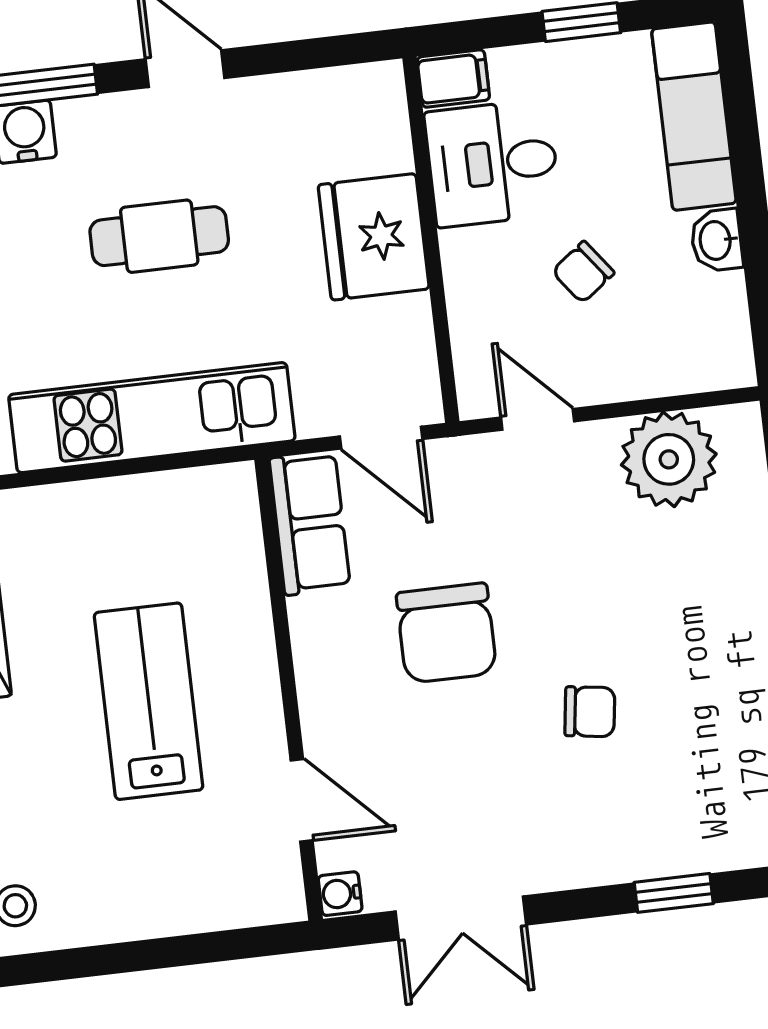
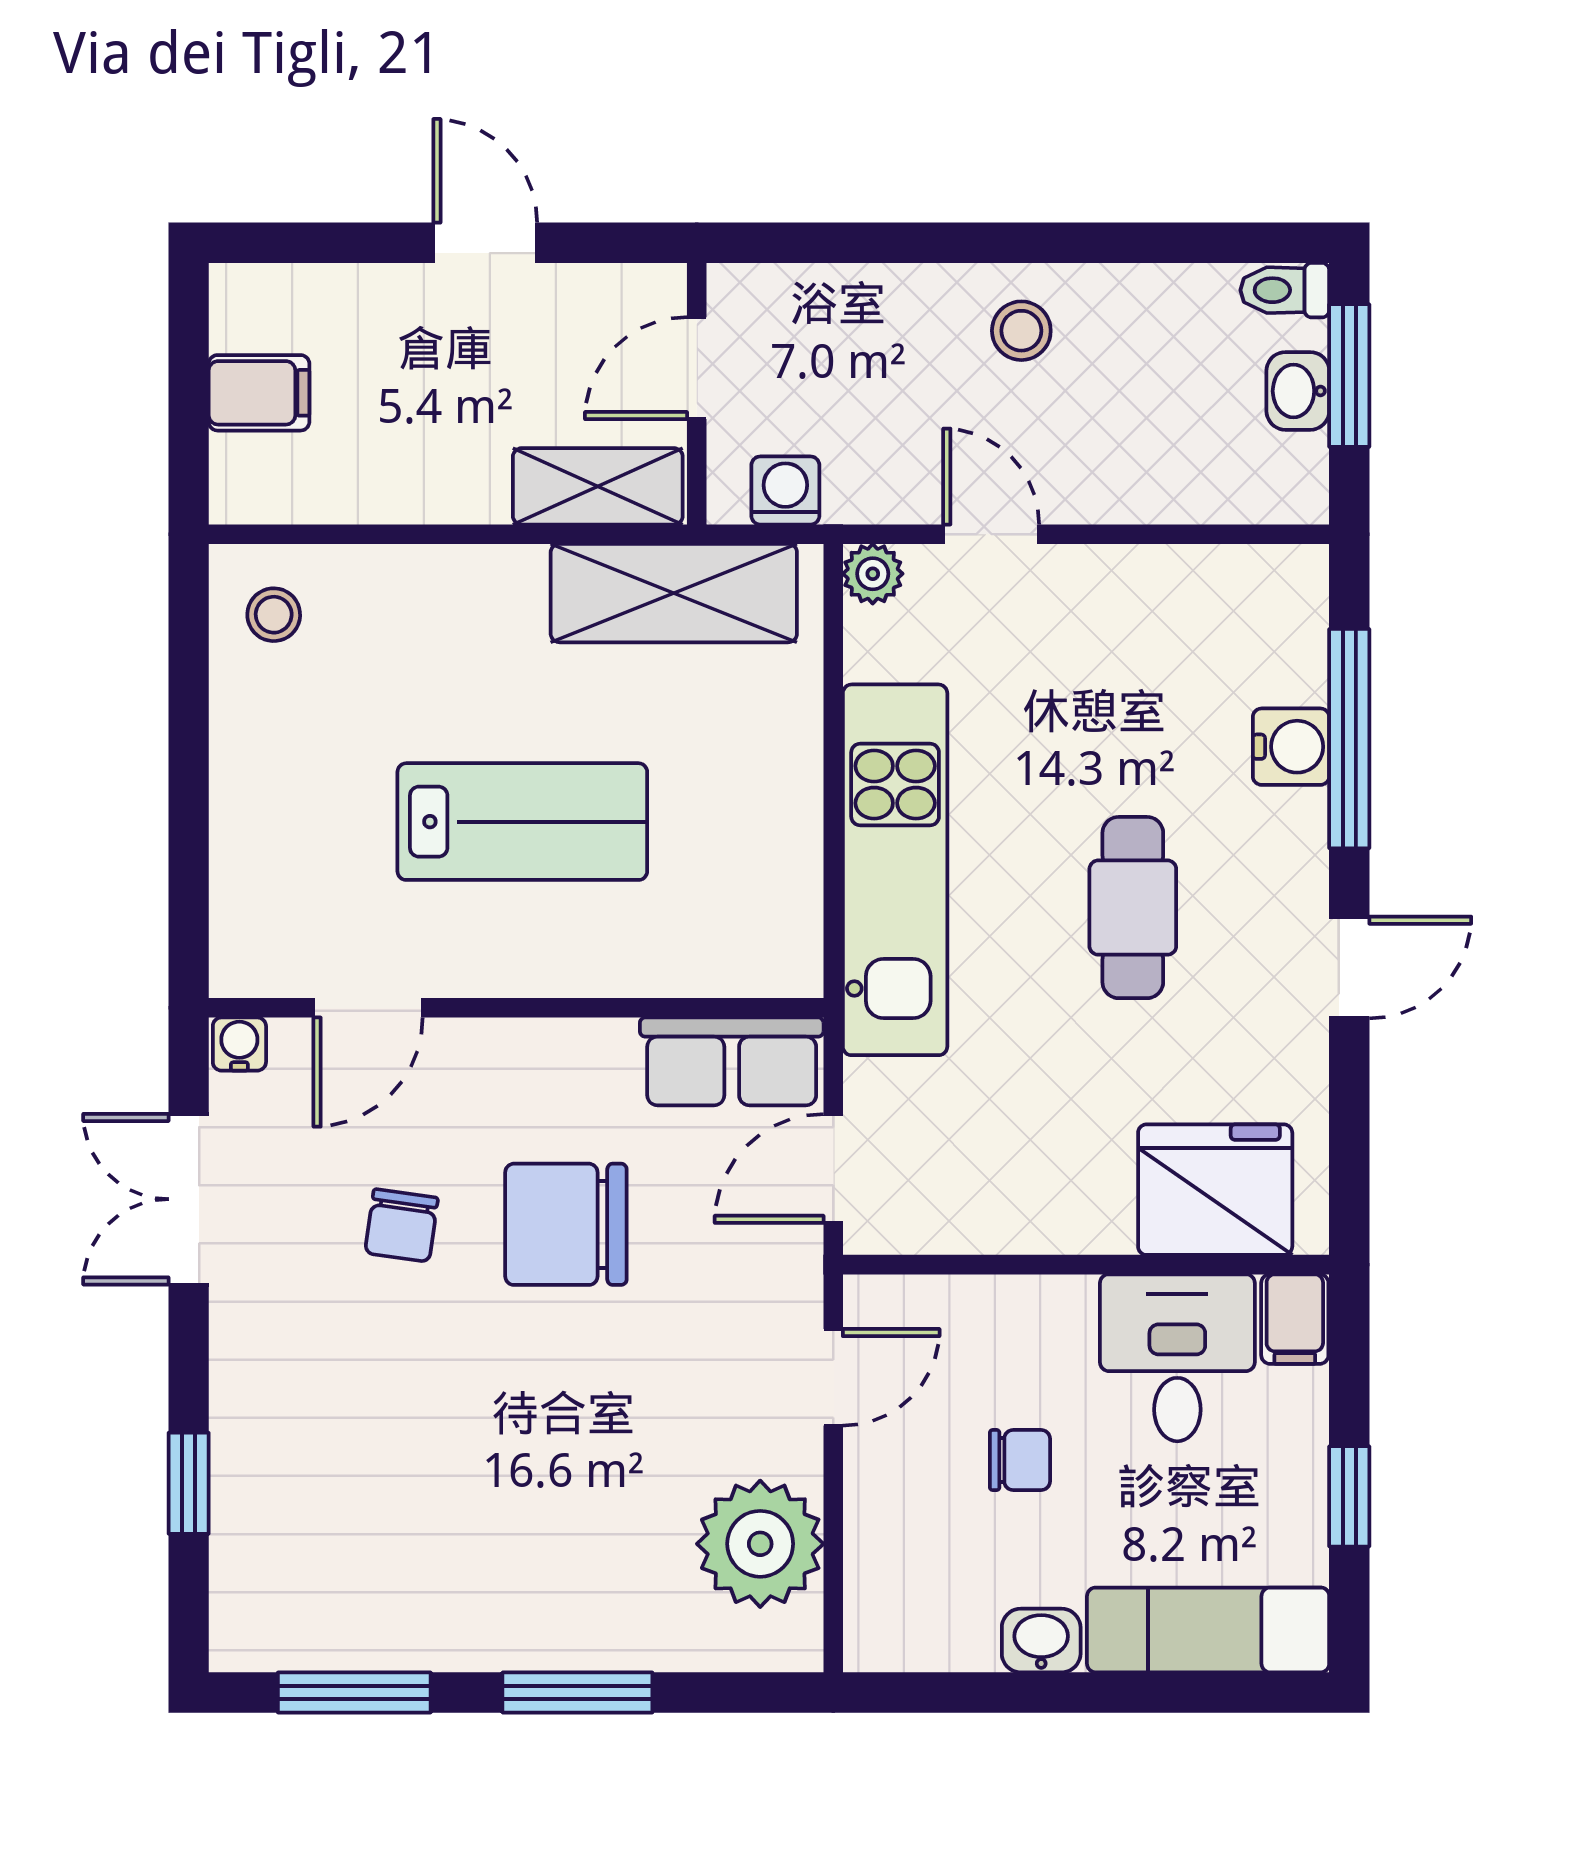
fridge: (374, 237) -> (1215, 1190), moved
chair: (583, 272) -> (1020, 1460), turned 127
chair: (590, 712) -> (401, 1225), moved

